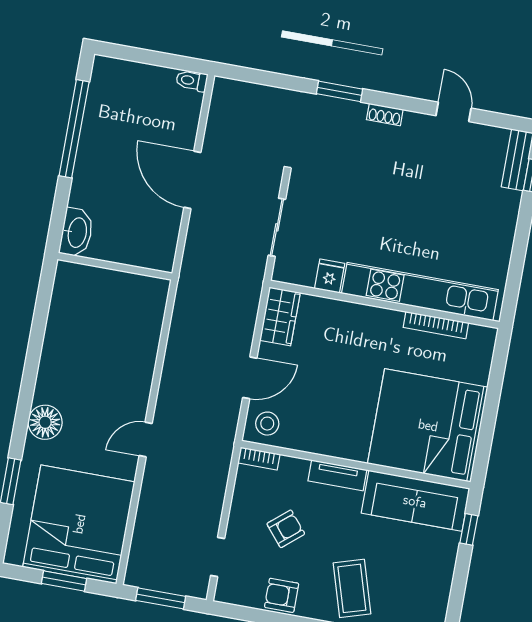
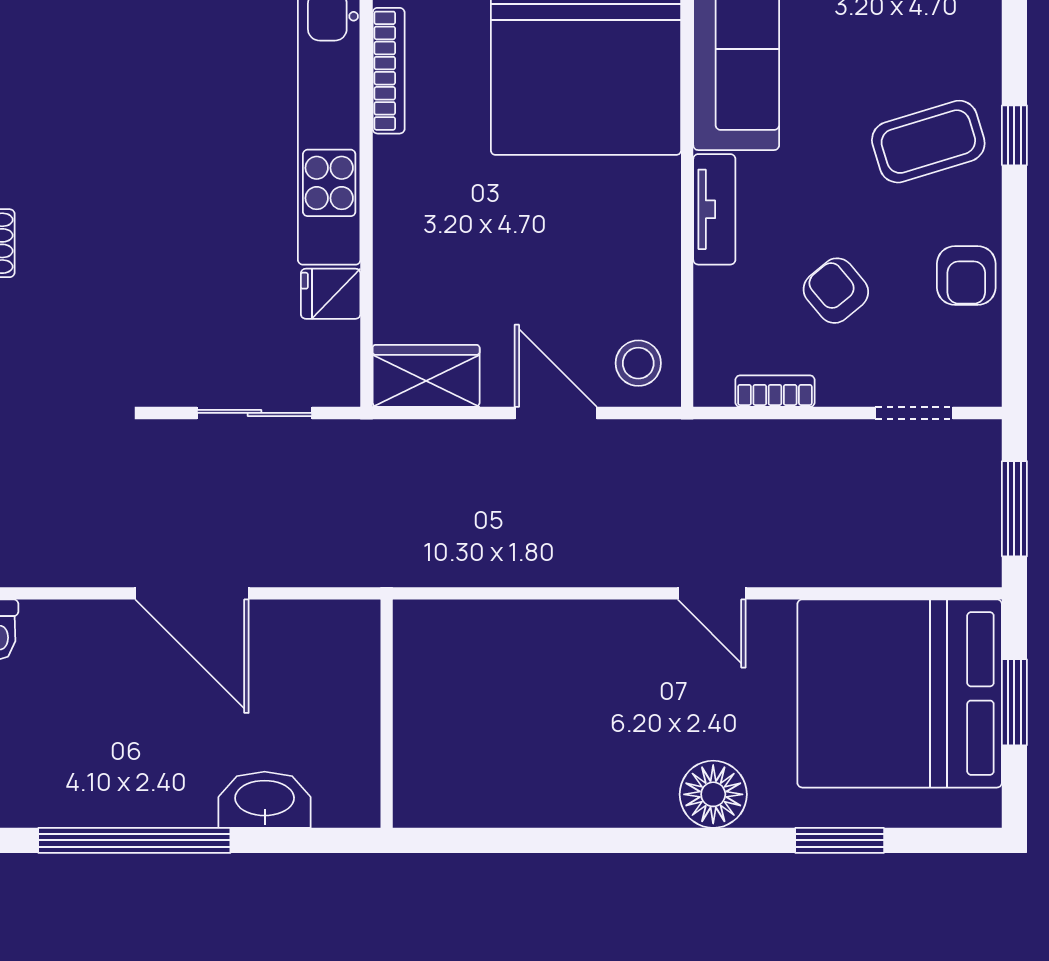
door: (192, 180) -> (192, 593), hinge flipped
washbasin: (76, 232) -> (265, 800), moved
bookcase: (259, 459) -> (775, 391), moved, turned -90

